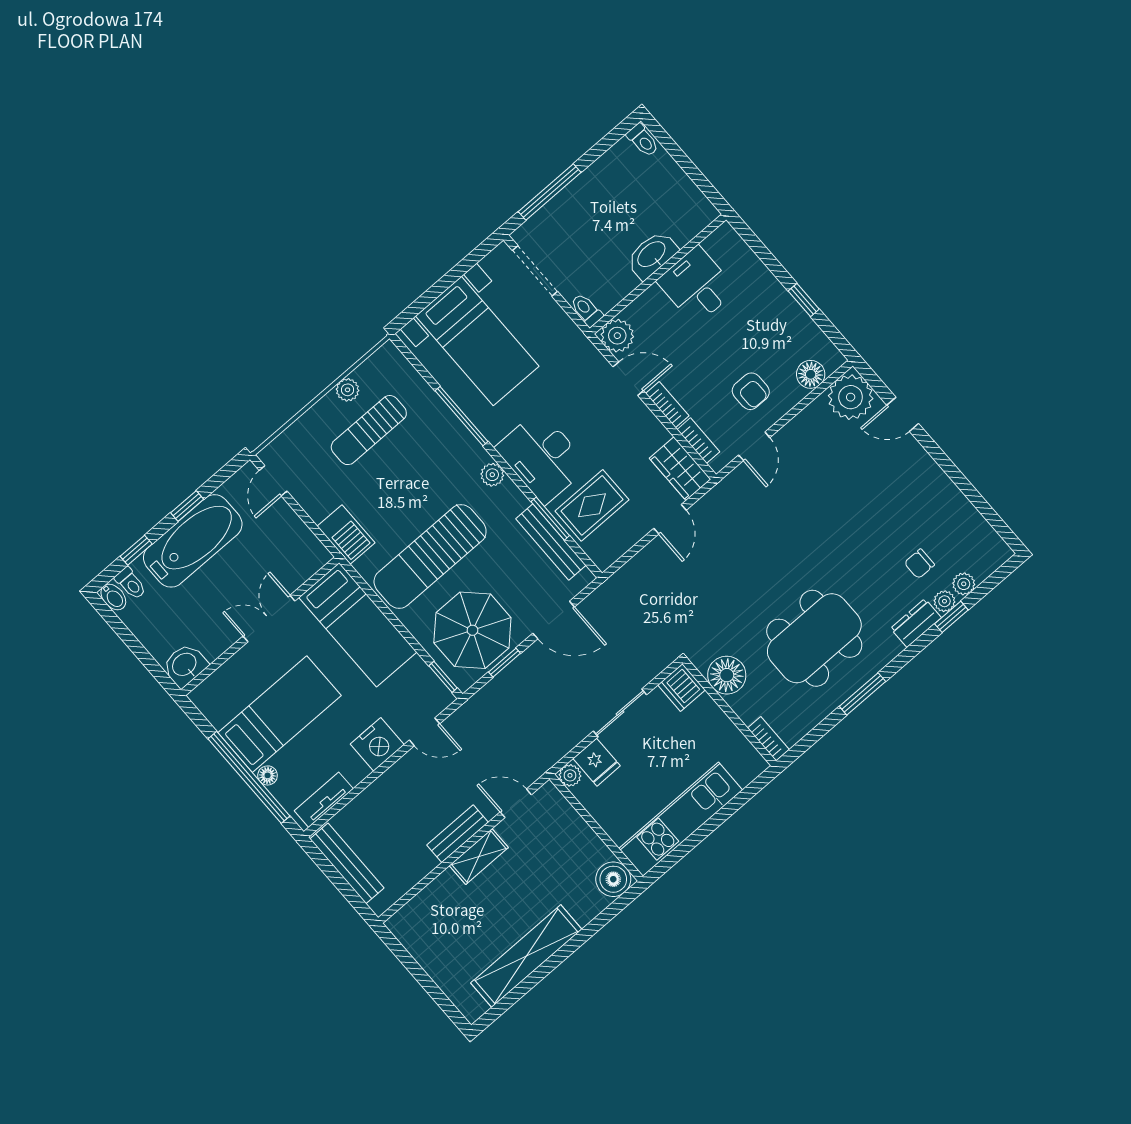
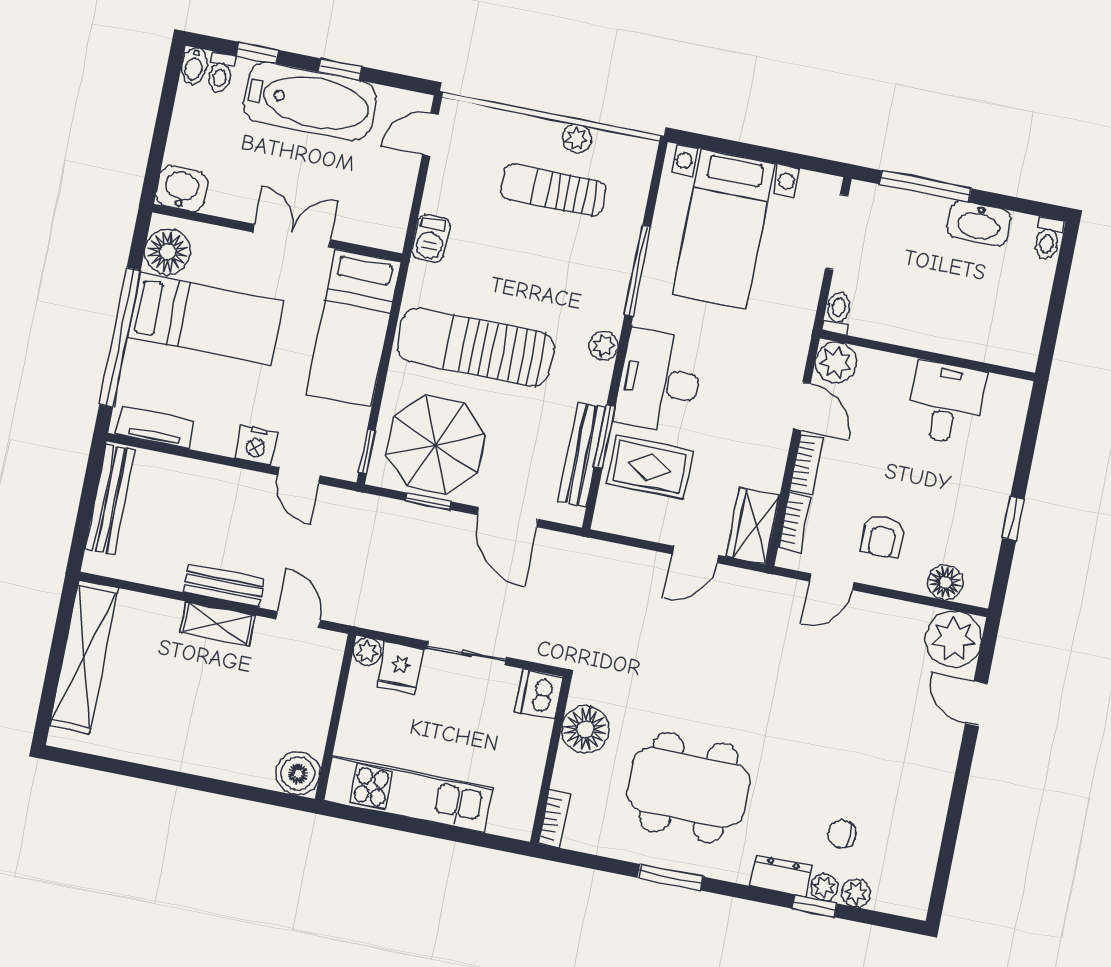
washbasin: (652, 255) -> (979, 223), moved, turned 180
barbecue: (346, 534) -> (431, 238), width x0.73, depth x0.79
nightstand: (377, 744) -> (256, 445), width x0.74, depth x0.75
floor lamp: (268, 775) -> (168, 252), moved, width x1.89, depth x1.89
shelving: (526, 956) -> (84, 657), moved, turned 90

